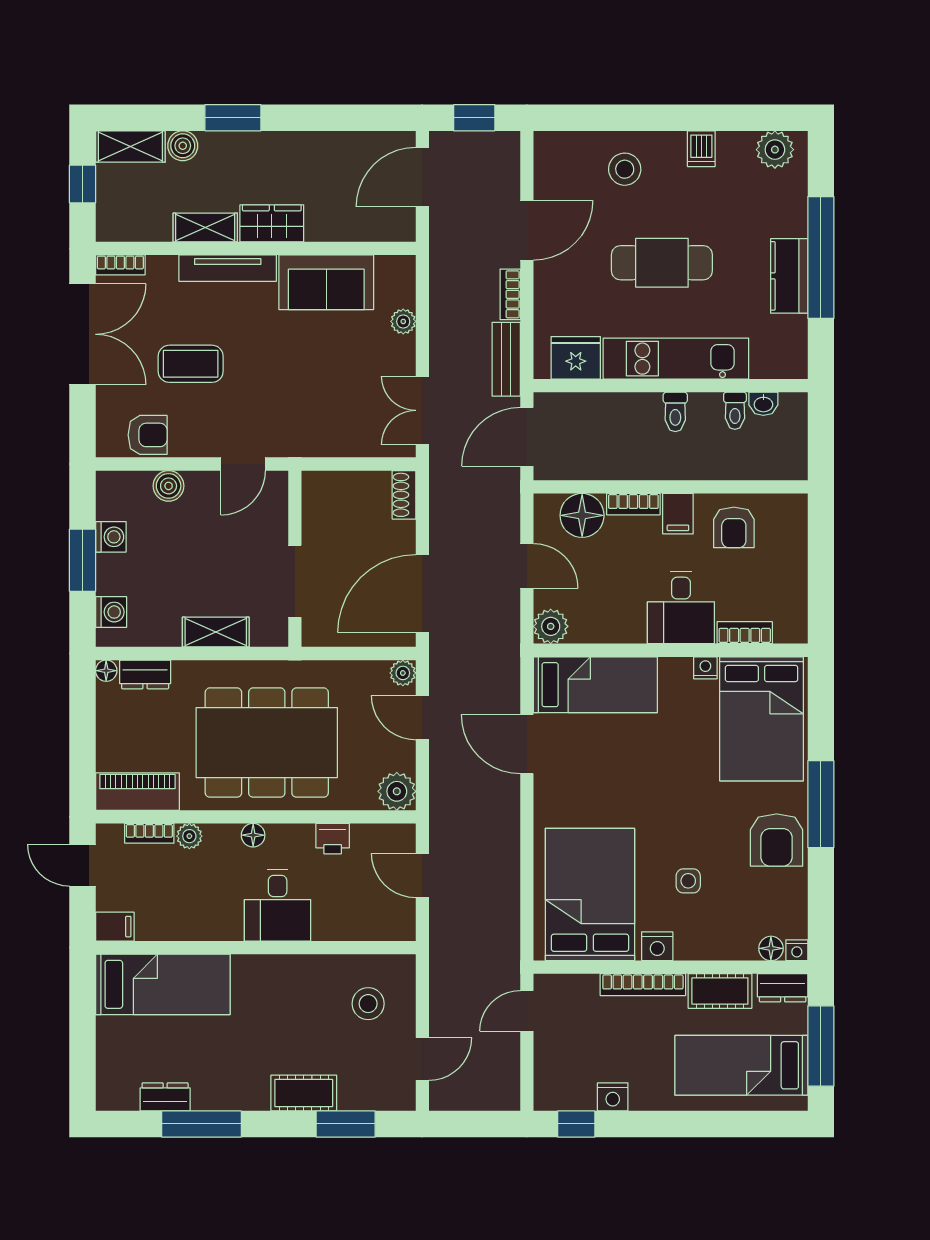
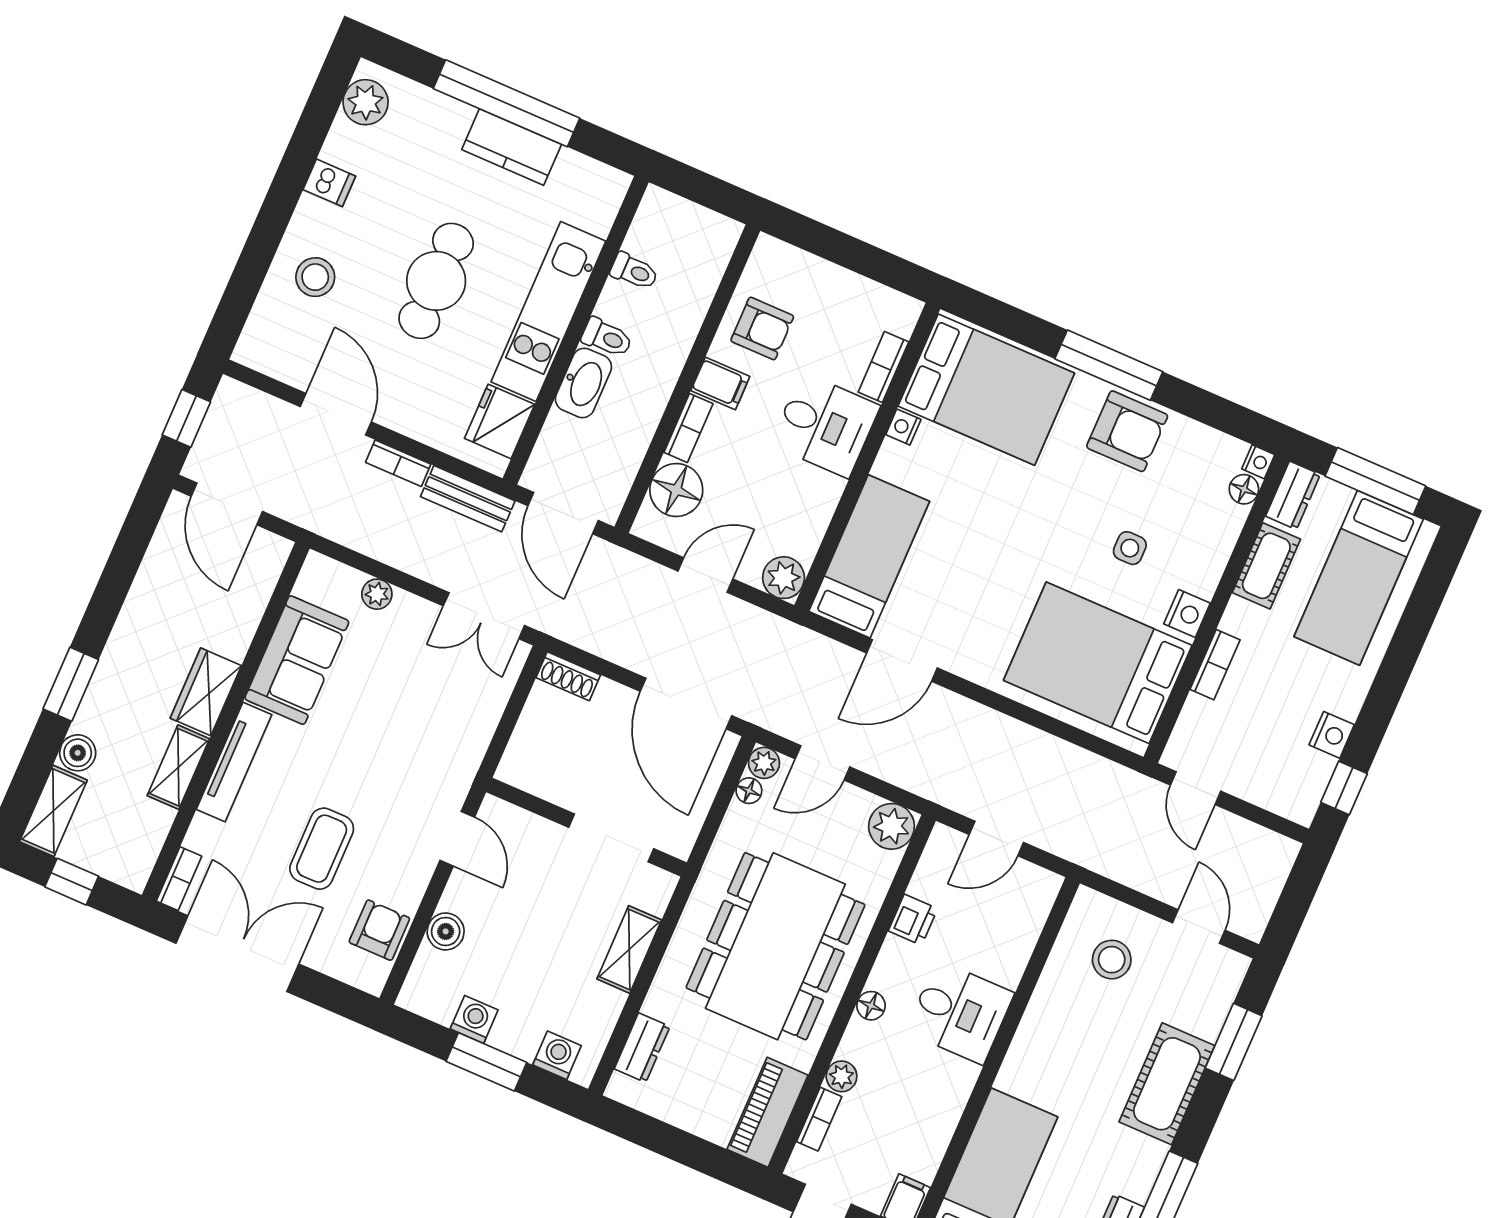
washbasin: (763, 404) -> (583, 383), moved, width x1.91, depth x1.45
floor lamp: (106, 671) -> (749, 791), moved
bookcase: (643, 985) -> (1215, 665), width x0.64
cot: (304, 1093) -> (1167, 1084), width x1.37, depth x1.34

